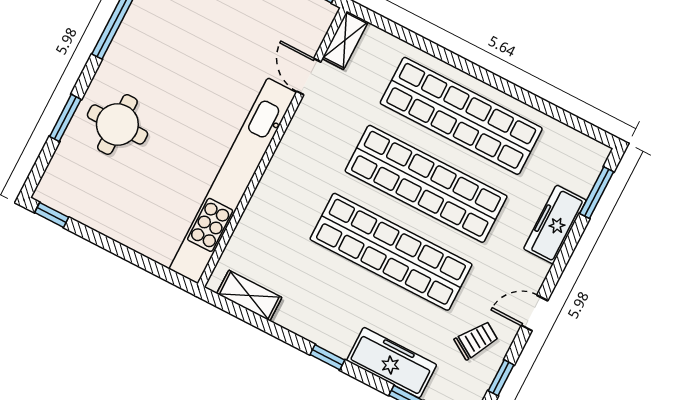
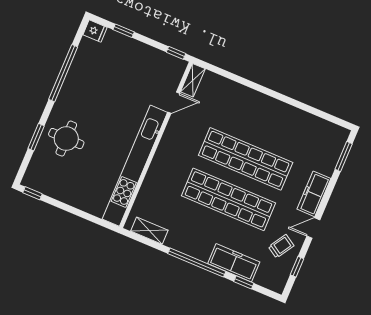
door: (309, 77) -> (174, 103), swing flipped
shop shelf: (461, 116) -> (263, 118), removed
freezer: (555, 224) -> (314, 194), moved
window: (327, 357) -> (197, 263), width x3.17

